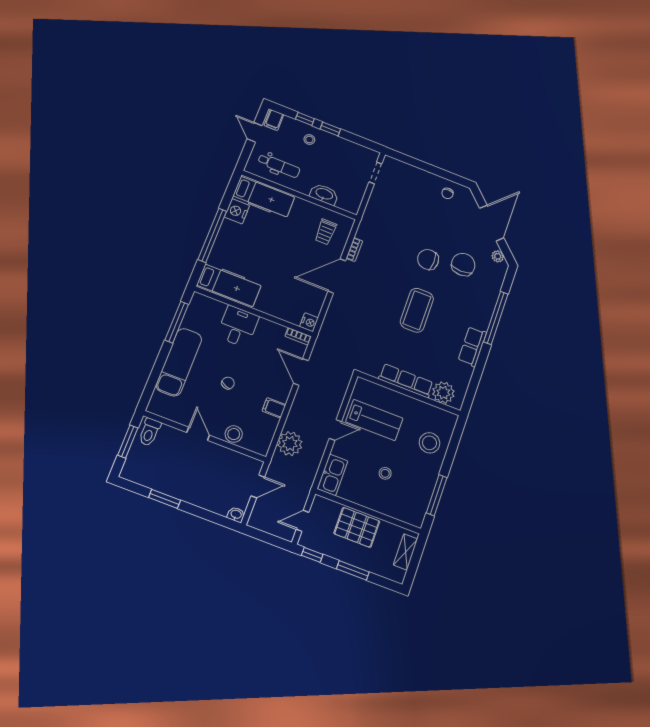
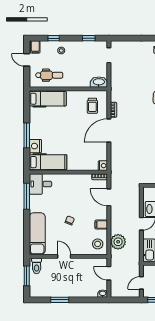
window: (330, 129) -> (89, 38), moved
washbasin: (324, 194) -> (99, 82), moved
nightstand: (237, 211) -> (35, 146), moved
window: (212, 235) -> (27, 135), width x0.68
desk: (238, 326) -> (40, 184), moved, turned -90
exam couch: (179, 362) -> (37, 234), moved
stool: (234, 434) -> (98, 244), moved
door: (258, 486) -> (109, 273), swing flipped

